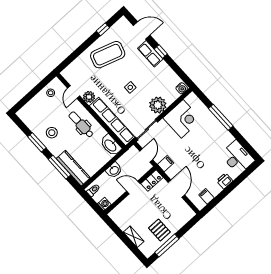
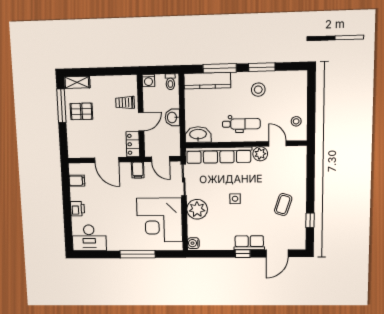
coffee table: (108, 55) -> (283, 205), width x0.54, depth x0.58
corner desk: (182, 119) -> (160, 220), width x1.36, depth x1.36
trolley: (130, 207) -> (125, 103), added
shelving: (134, 237) -> (77, 82), moved

